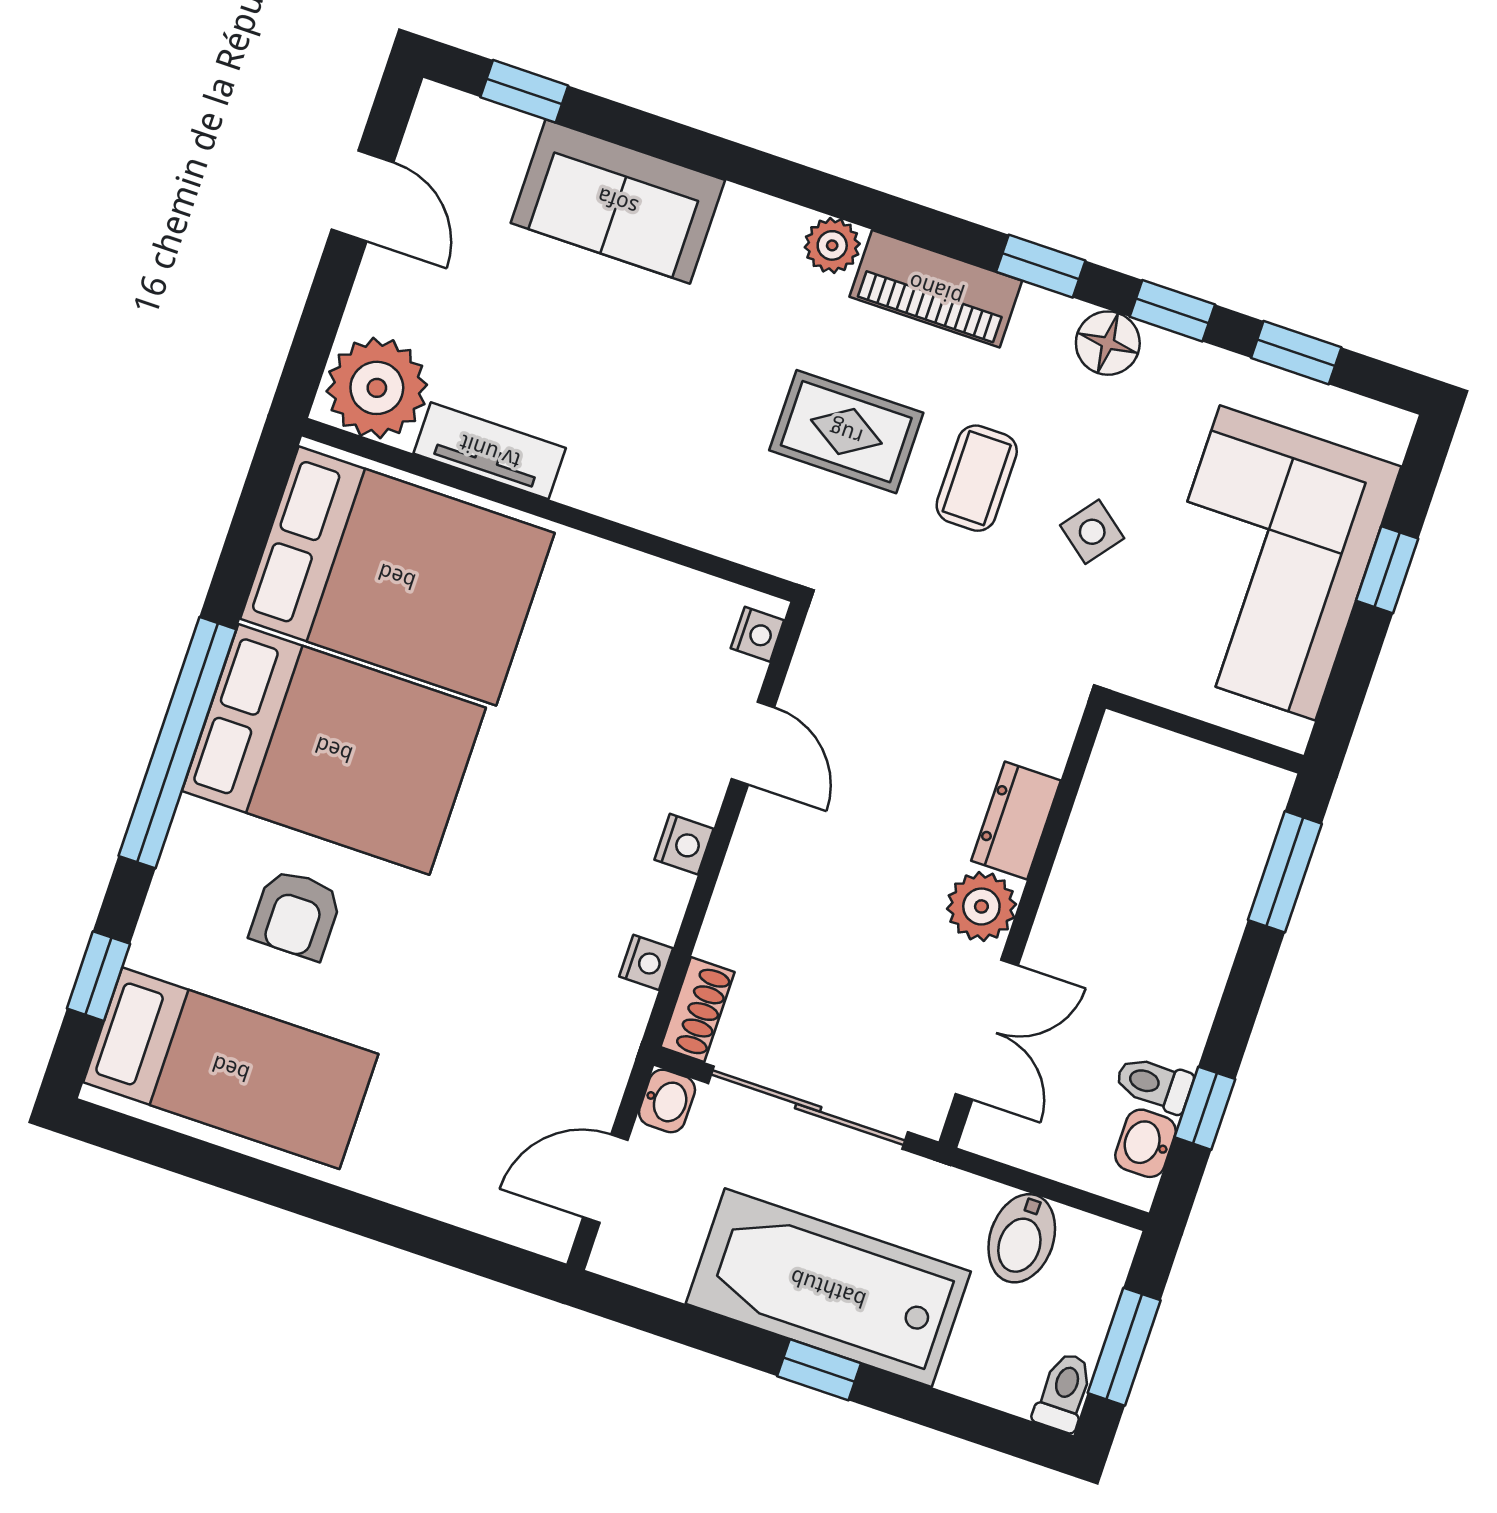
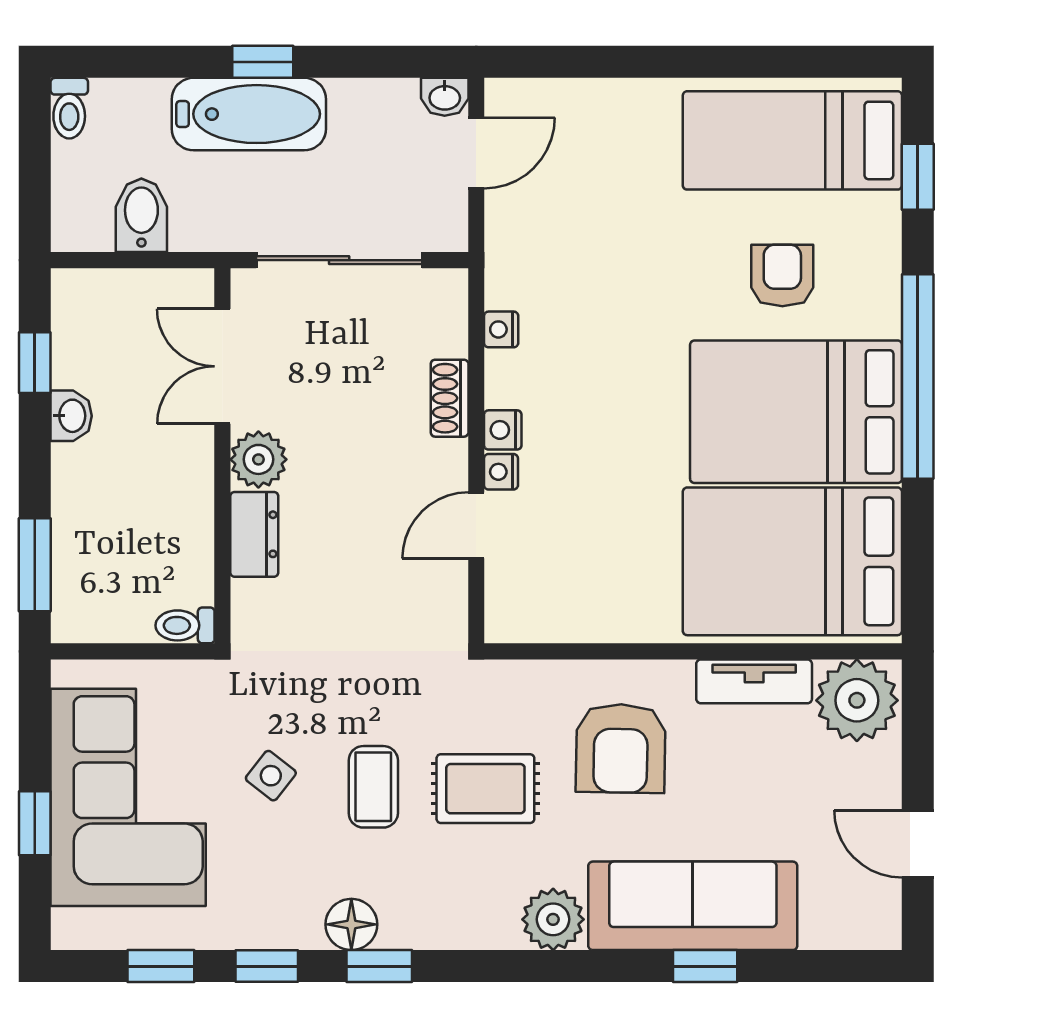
window: (524, 91) -> (705, 966), moved
sofa: (618, 201) -> (693, 906), width x1.36
plant: (832, 245) -> (553, 919), width x1.38, depth x1.38
piano: (936, 289) -> (454, 921), removed
floor lamp: (1108, 343) -> (351, 924), moved
armchair: (672, 425) -> (621, 748), added
nightstand: (757, 634) -> (501, 472), moved
door: (753, 743) -> (476, 525), hinge flipped
shoe rack: (697, 1010) -> (450, 398), moved
toilet: (1154, 1084) -> (185, 625), moved, turned 180
washbasin: (667, 1101) -> (445, 97), moved, turned -90
washbasin: (1146, 1143) -> (71, 416), moved
bathtub: (828, 1288) -> (249, 114), width x0.73, depth x0.73
window: (1124, 1347) -> (35, 159), removed

